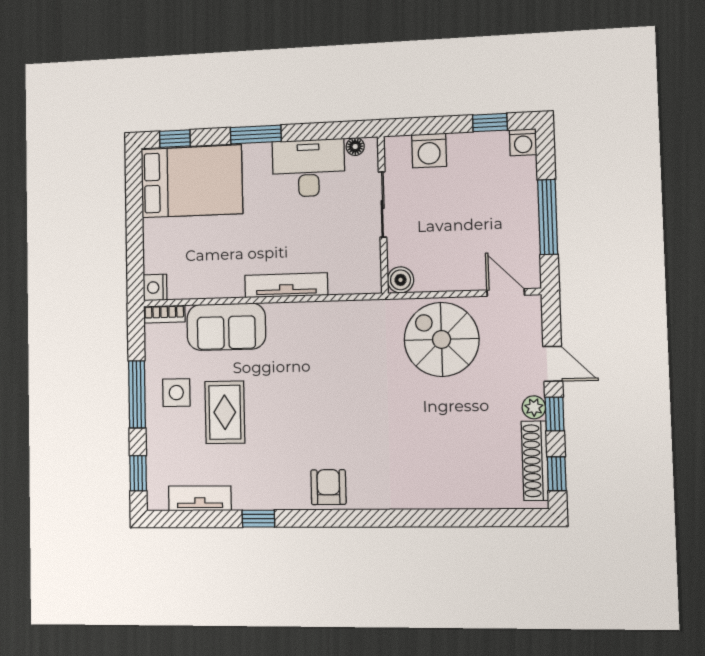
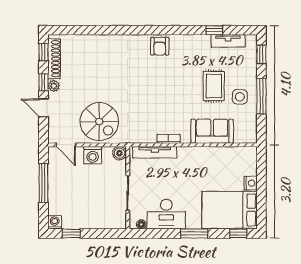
washing machine: (429, 151) -> (93, 155), moved, turned 180
tv unit: (286, 285) -> (155, 152), moved
nightstand: (155, 287) -> (251, 183), moved
bookcase: (164, 314) -> (168, 139), moved
window: (258, 519) -> (214, 30), moved

